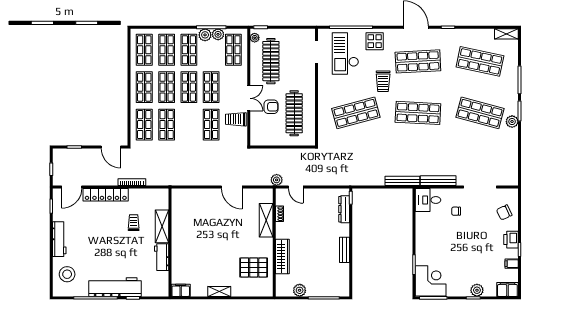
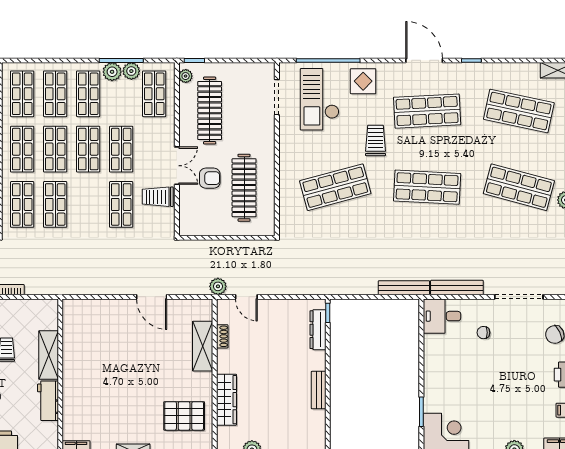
trolley: (383, 81) -> (375, 140), turned 180

